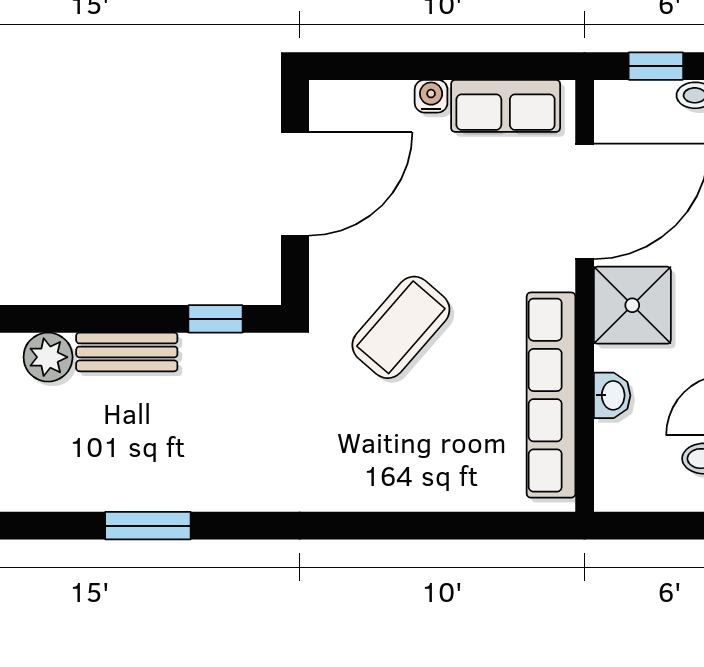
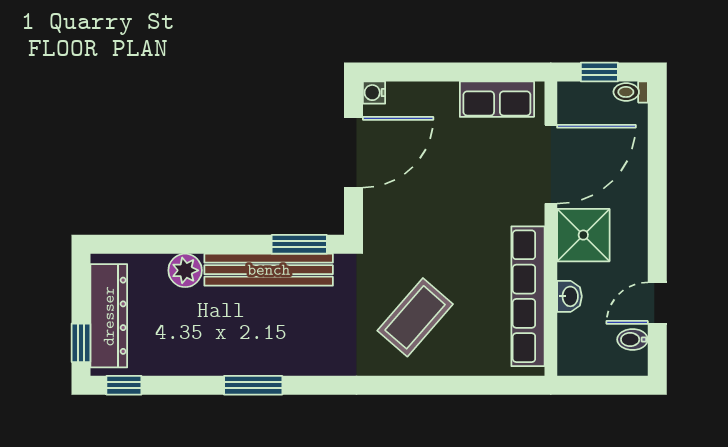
water cooler: (431, 96) -> (374, 93), moved, turned -90
window: (216, 319) -> (299, 244), width x1.50
coffee table: (401, 327) -> (415, 317), moved
bench: (127, 352) -> (269, 270), width x1.86, depth x1.21

